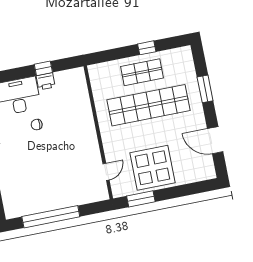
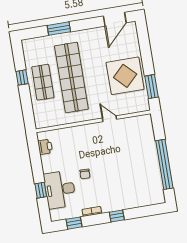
window: (43, 68) -> (41, 190), moved
printer: (46, 81) -> (45, 147), moved
door: (215, 140) -> (115, 19), moved
door: (106, 172) -> (109, 119), moved

